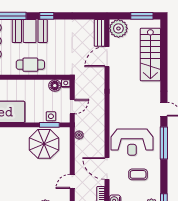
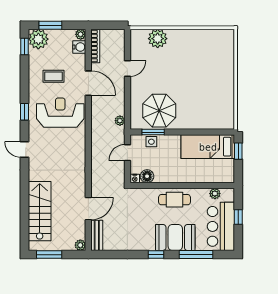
plant: (118, 28) -> (80, 245), width x0.53, depth x0.53
window: (164, 143) -> (25, 112), width x0.46

